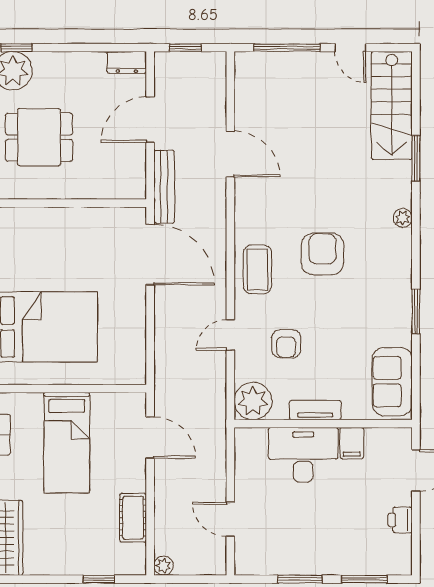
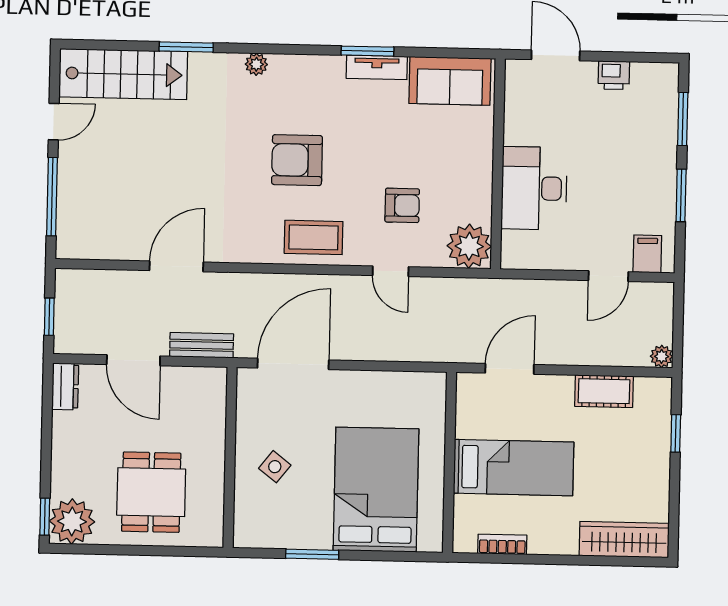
bench: (164, 187) -> (202, 345), width x0.73
side table: (63, 241) -> (275, 467), added
tv unit: (315, 410) -> (377, 67), moved, turned -90
filing cabinet: (352, 443) -> (647, 254), moved, turned -90

